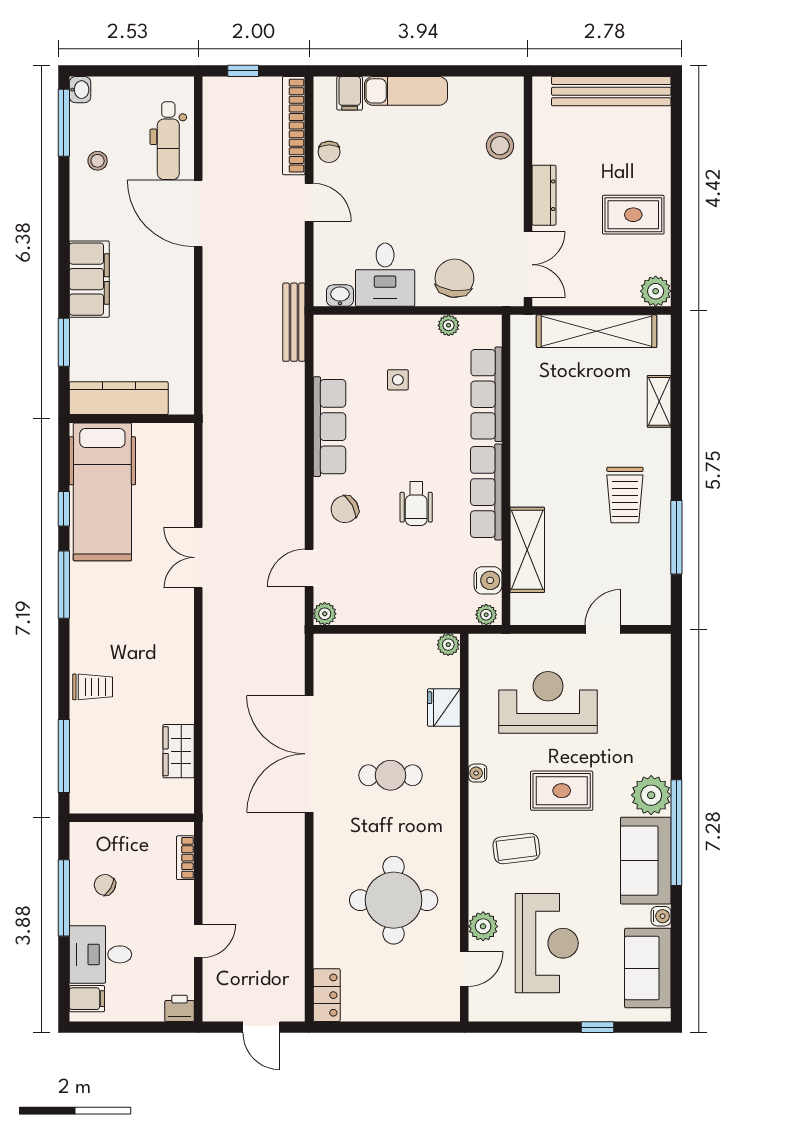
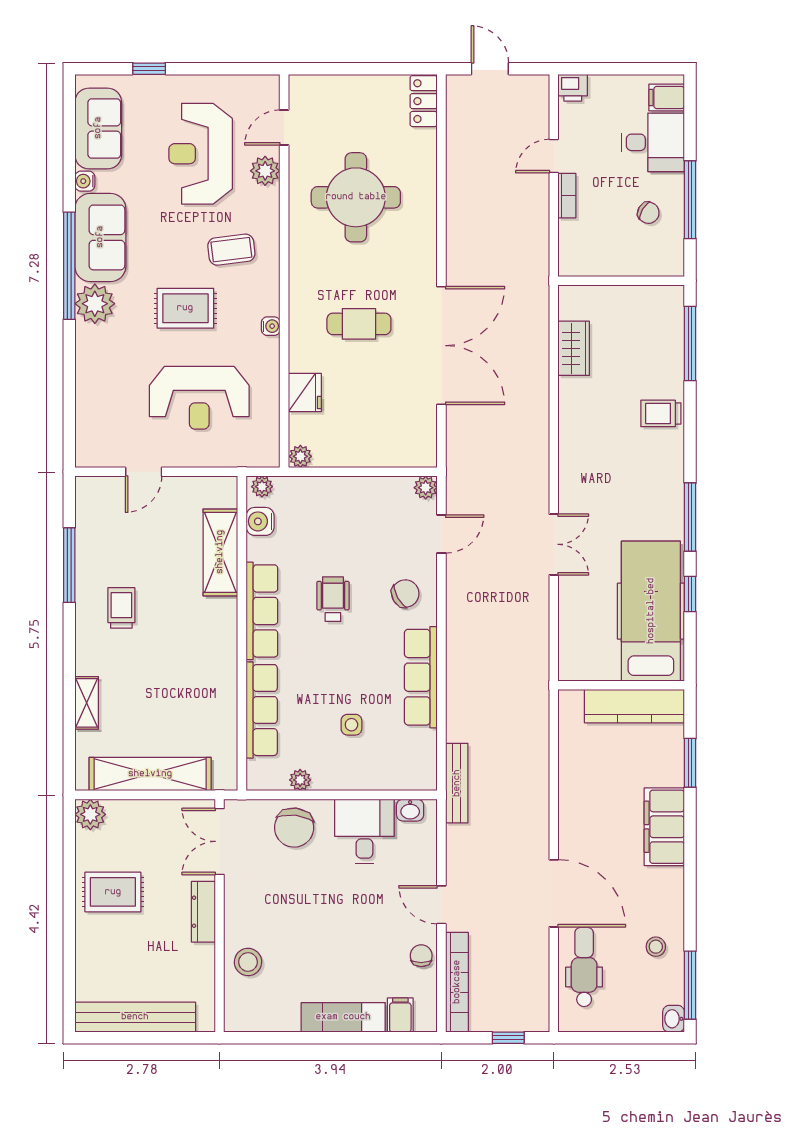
trolley: (625, 495) -> (121, 608), width x0.73, depth x0.72
bookcase: (185, 858) -> (567, 196), moved

